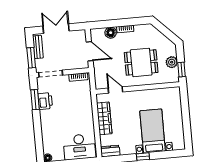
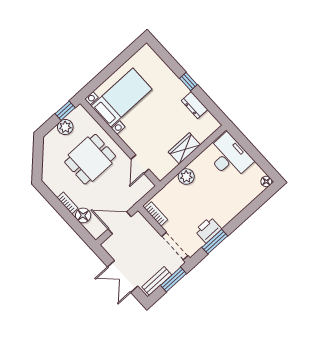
door: (90, 51) -> (120, 223), hinge flipped
dining table: (141, 62) -> (90, 159), turned 90
plant: (87, 112) -> (186, 177), added
wardrobe: (104, 118) -> (184, 148), width x0.67
bed with nightstands: (153, 131) -> (122, 98), moved, turned 180
dresser: (110, 151) -> (195, 105), moved

